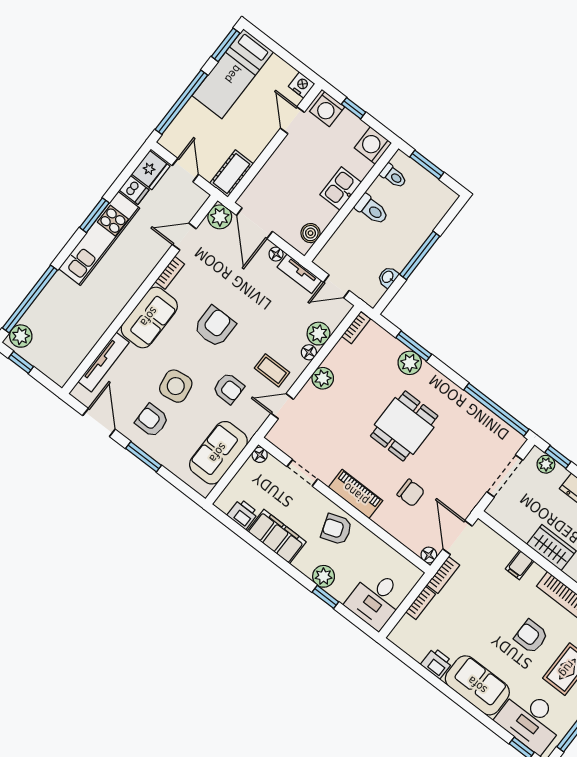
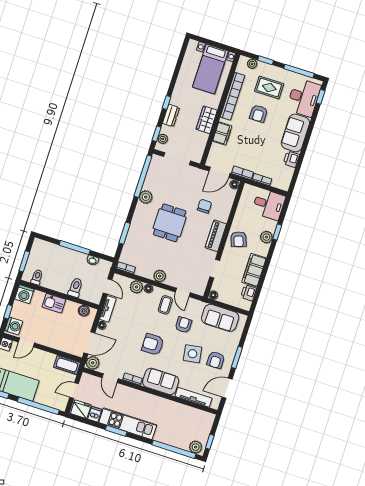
toilet: (372, 209) -> (75, 288), moved
plant: (410, 363) -> (146, 197), moved
dining table: (404, 426) -> (170, 223), turned 90
filing cabinet: (520, 565) -> (222, 134), width x2.00

